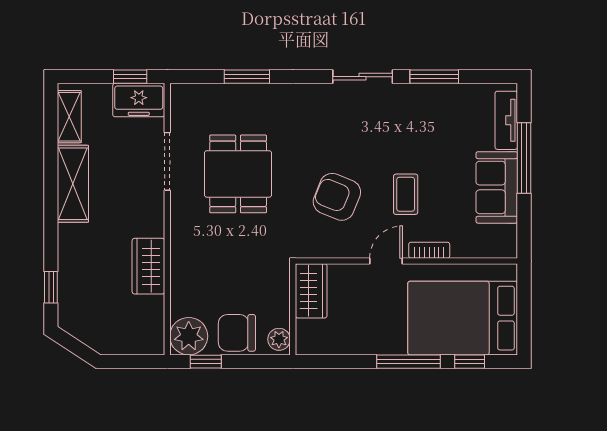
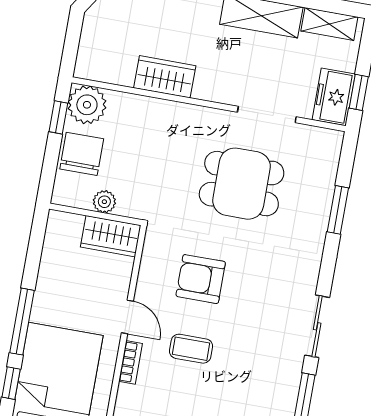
armchair: (337, 197) -> (201, 279), turned -112
plant: (279, 339) -> (104, 202), moved

